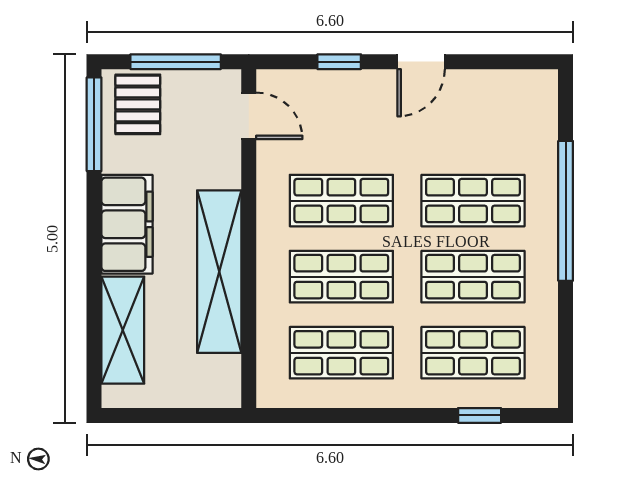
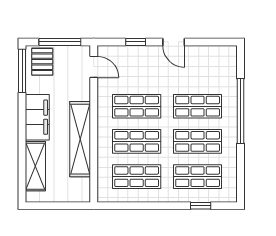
door: (421, 62) -> (174, 42), hinge flipped

